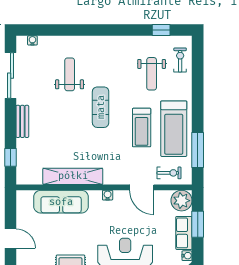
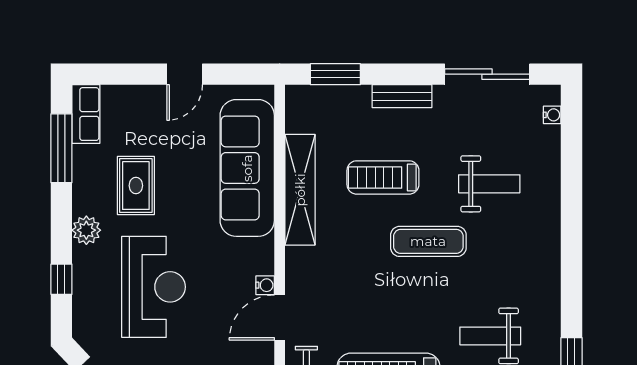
treadmill: (142, 128) -> (383, 177), moved
window: (11, 157) -> (335, 74), width x1.50
water cooler: (108, 195) -> (265, 285), moved
sofa: (61, 202) -> (247, 168), width x1.36, depth x1.27

